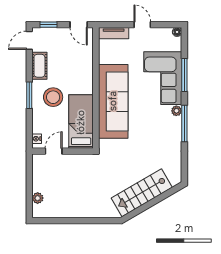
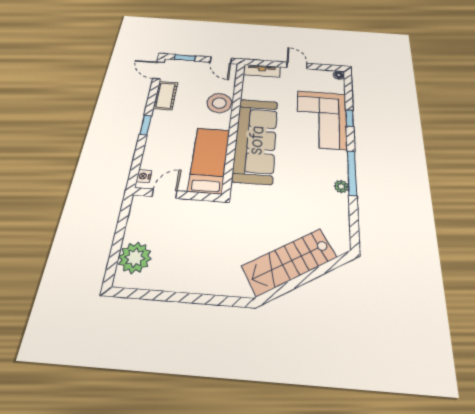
door: (29, 40) -> (159, 70), hinge flipped
window: (184, 75) -> (350, 118), width x0.46
window: (29, 95) -> (145, 125), width x0.67
stool: (53, 97) -> (219, 103), moved
plant: (176, 111) -> (341, 187), moved
plant: (38, 198) -> (135, 258), width x1.87, depth x1.87

